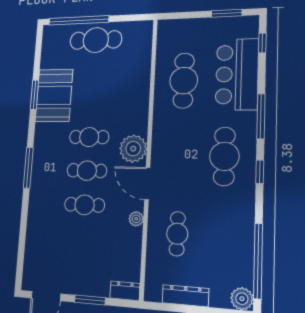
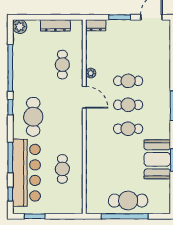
window: (79, 20) -> (125, 216), moved
bar counter: (237, 74) -> (26, 173), width x1.36
cafe table: (184, 81) -> (62, 169), width x0.73, depth x0.74
window: (261, 116) -> (10, 158), moved
plant: (133, 149) -> (95, 121), removed
window: (258, 261) -> (10, 68), moved

